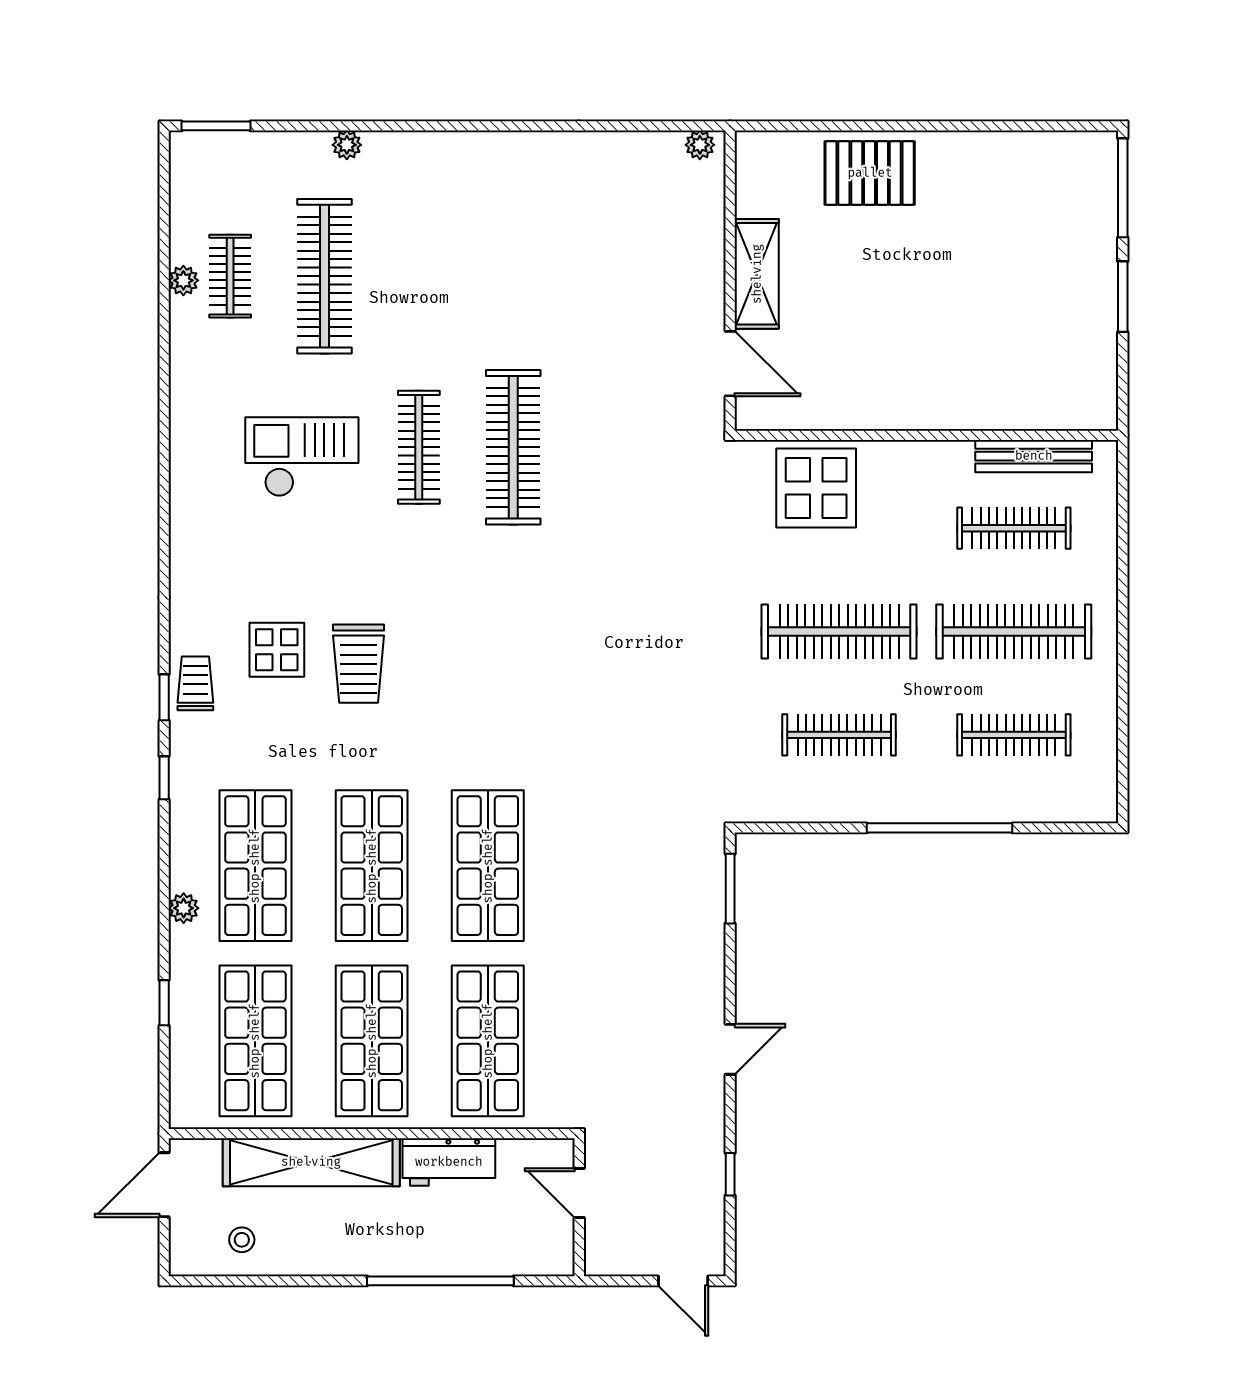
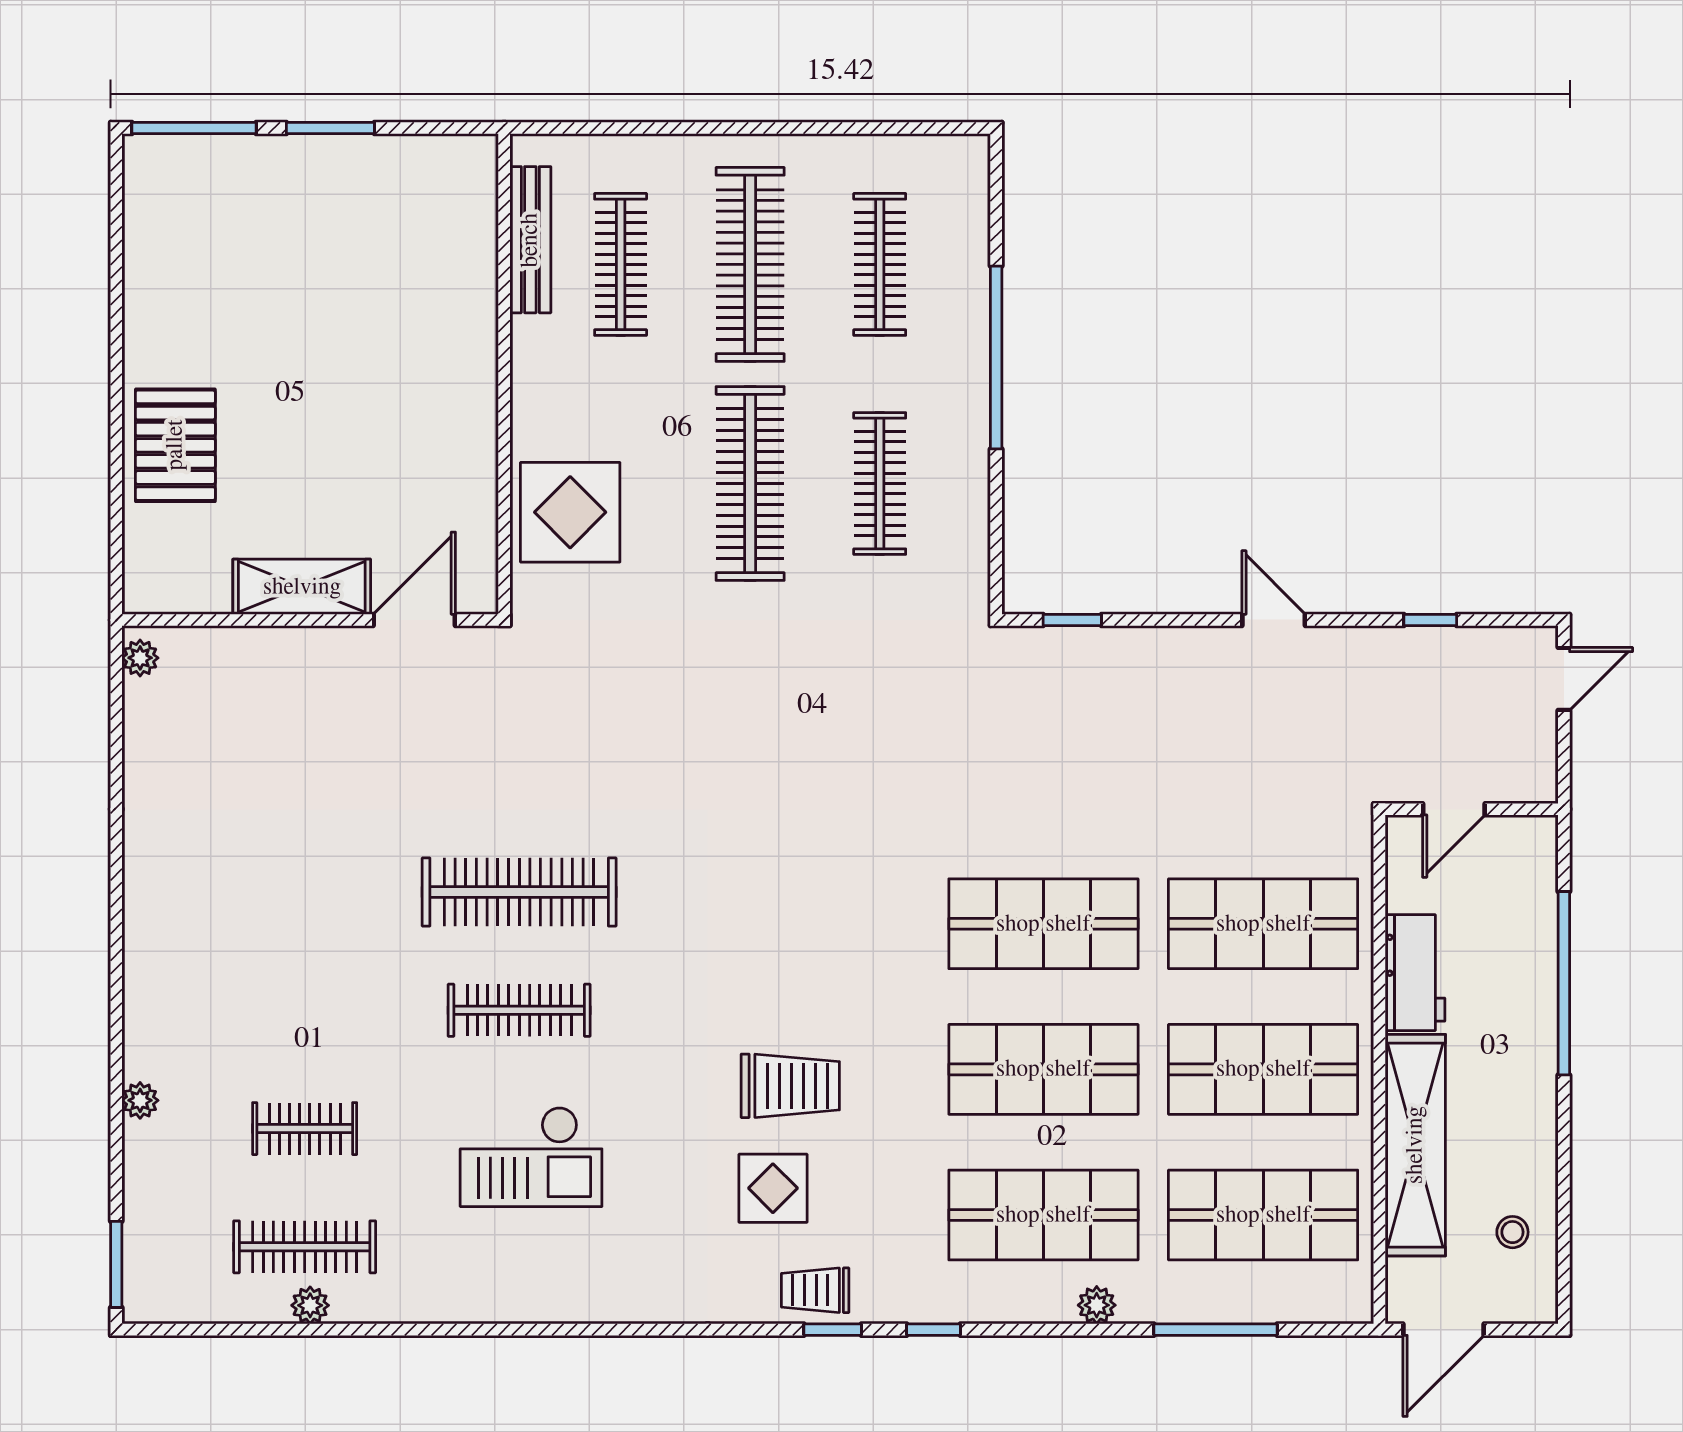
clothes rail: (230, 276) -> (305, 1247), width x1.36
clothes rail: (324, 276) -> (305, 1129), width x0.54, depth x0.76
checkout: (302, 457) -> (531, 1157), turned -90
window: (730, 889) -> (1072, 620), width x0.67
window: (164, 1003) -> (1215, 1330), width x2.17
door: (164, 1185) -> (1443, 1330), hinge flipped

